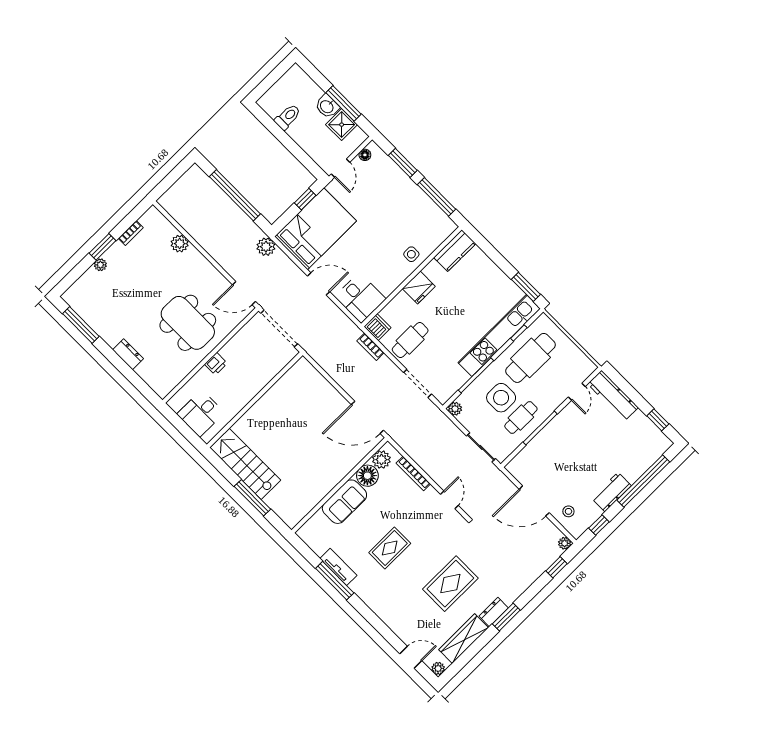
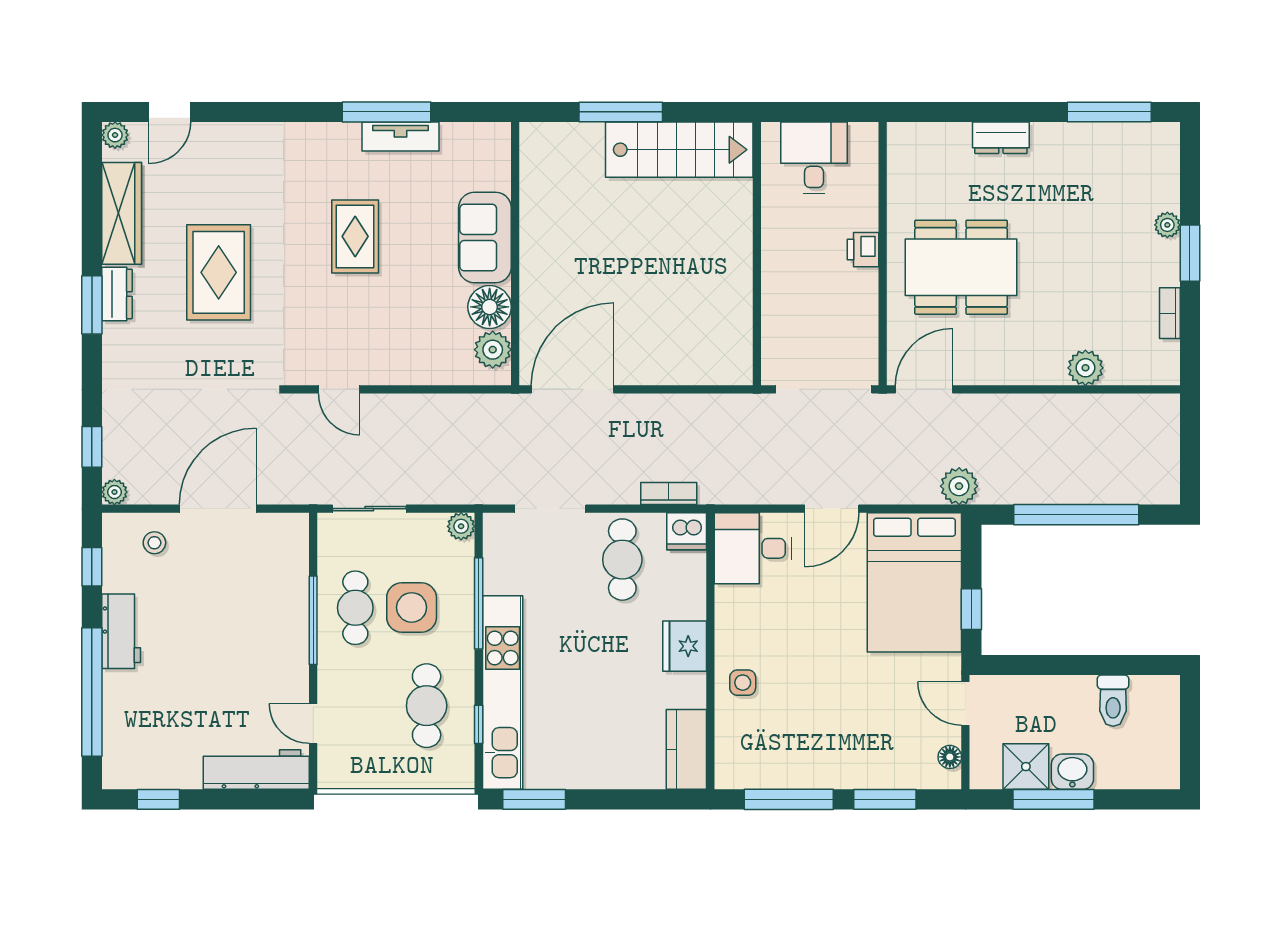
cafe table: (530, 358) -> (427, 706), width x0.73, depth x0.74
bookcase: (413, 473) -> (428, 375), removed

